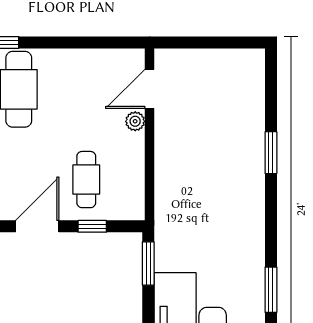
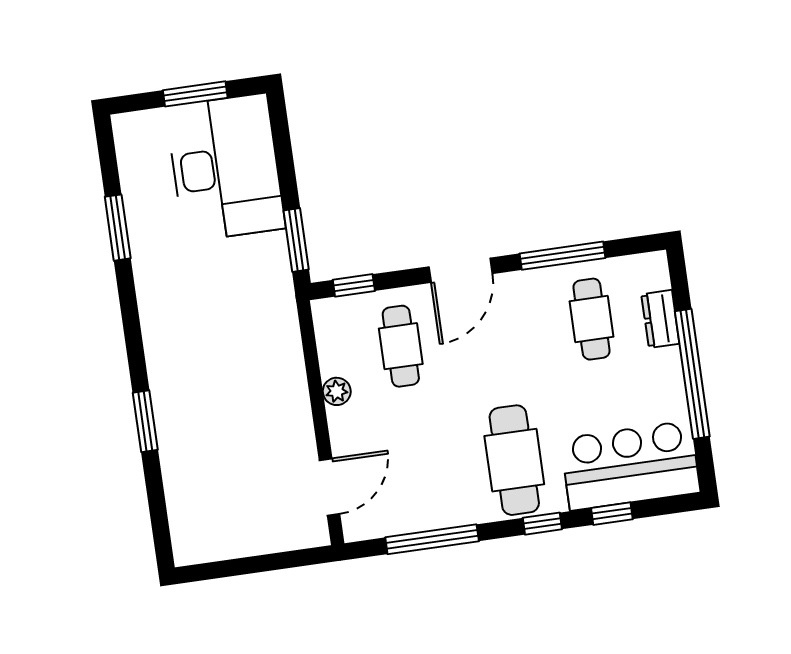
window: (84, 42) -> (432, 539), added
plant: (135, 121) -> (337, 391), moved
window: (92, 226) -> (354, 285), moved

